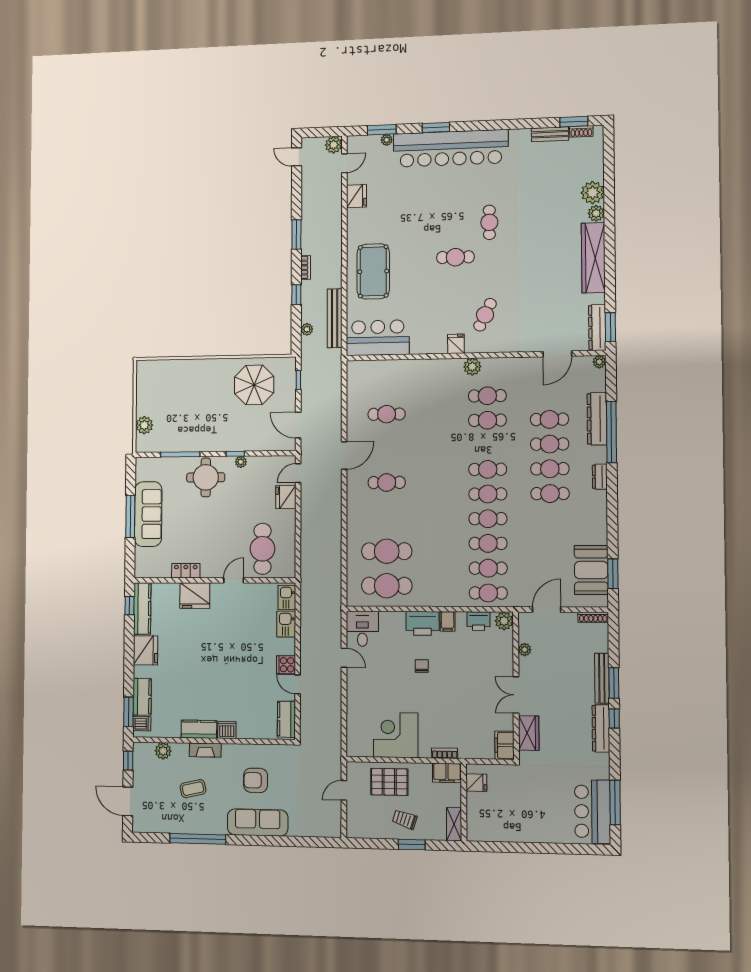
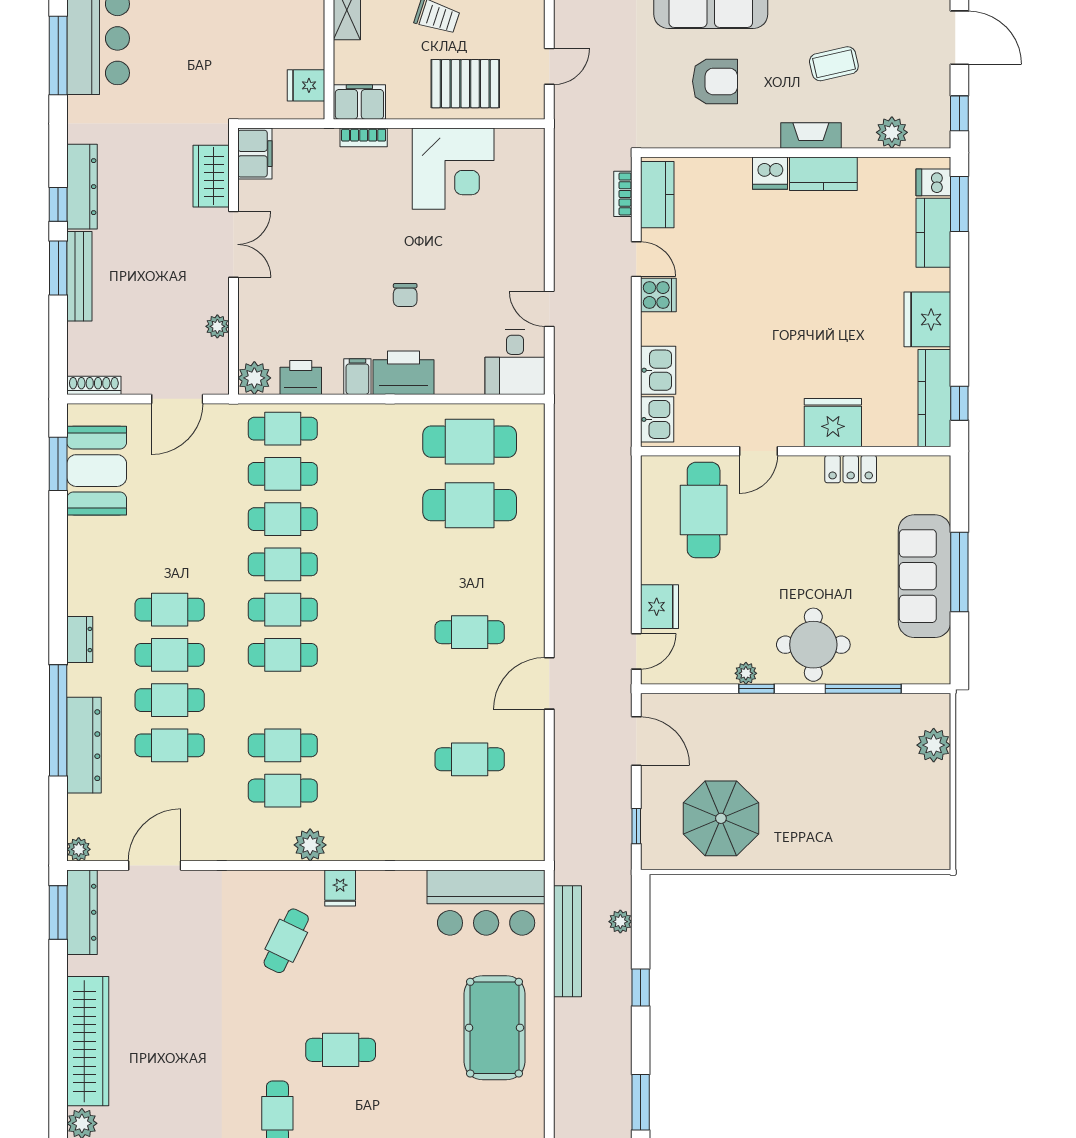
bookcase: (306, 268) -> (623, 194), moved

